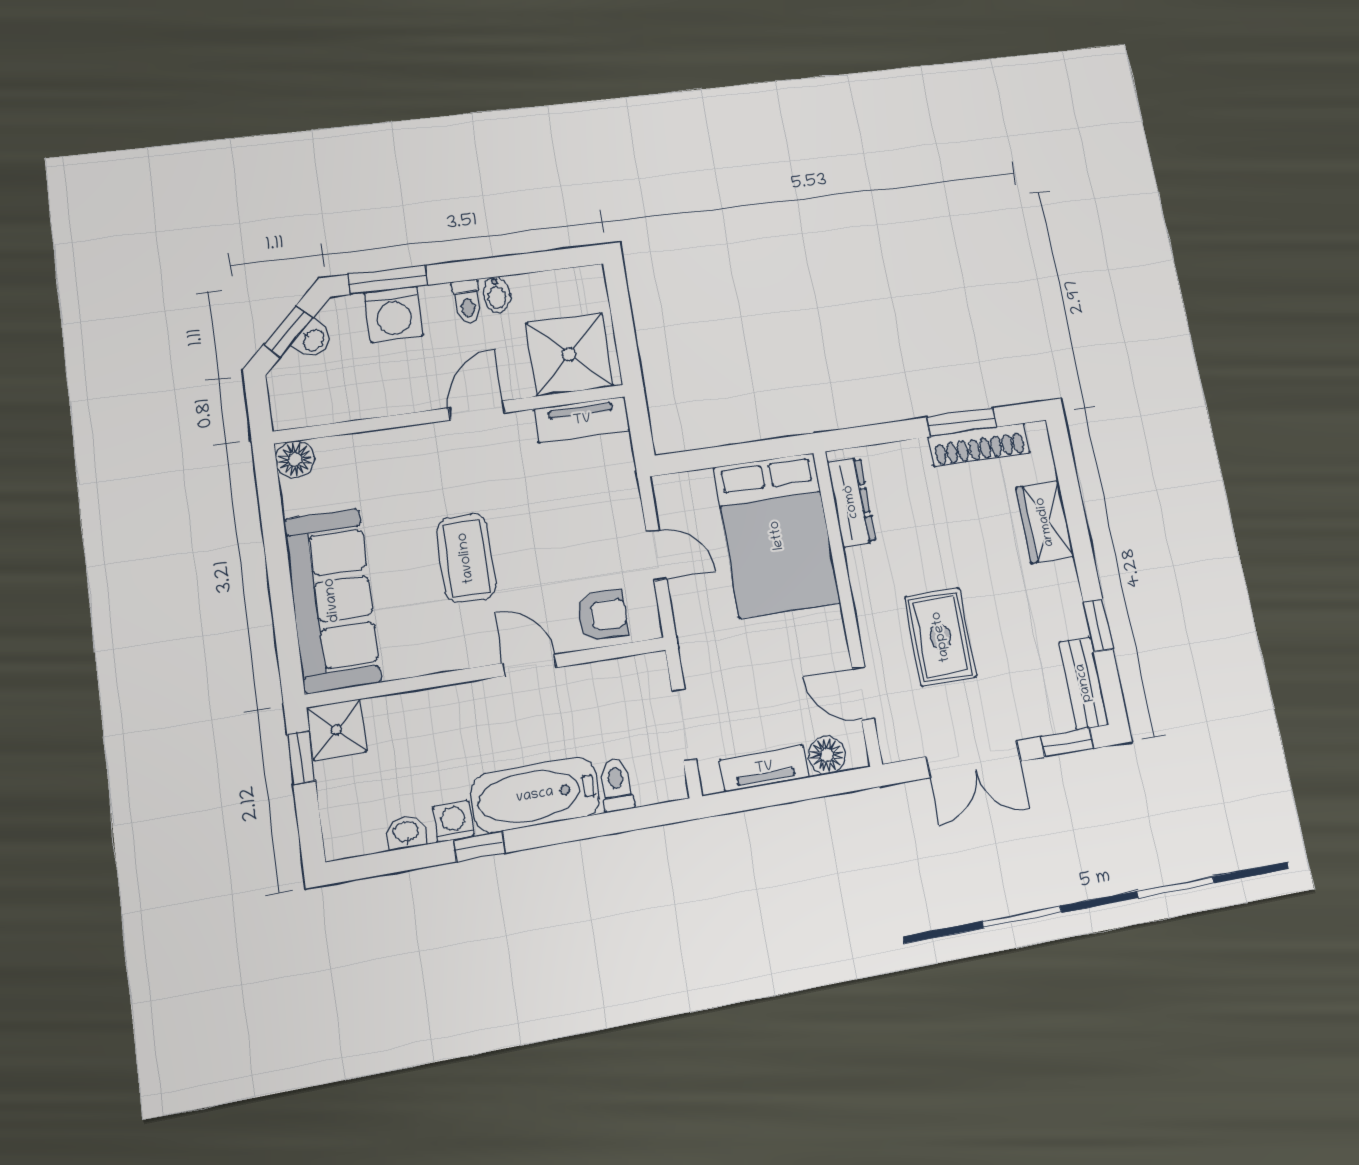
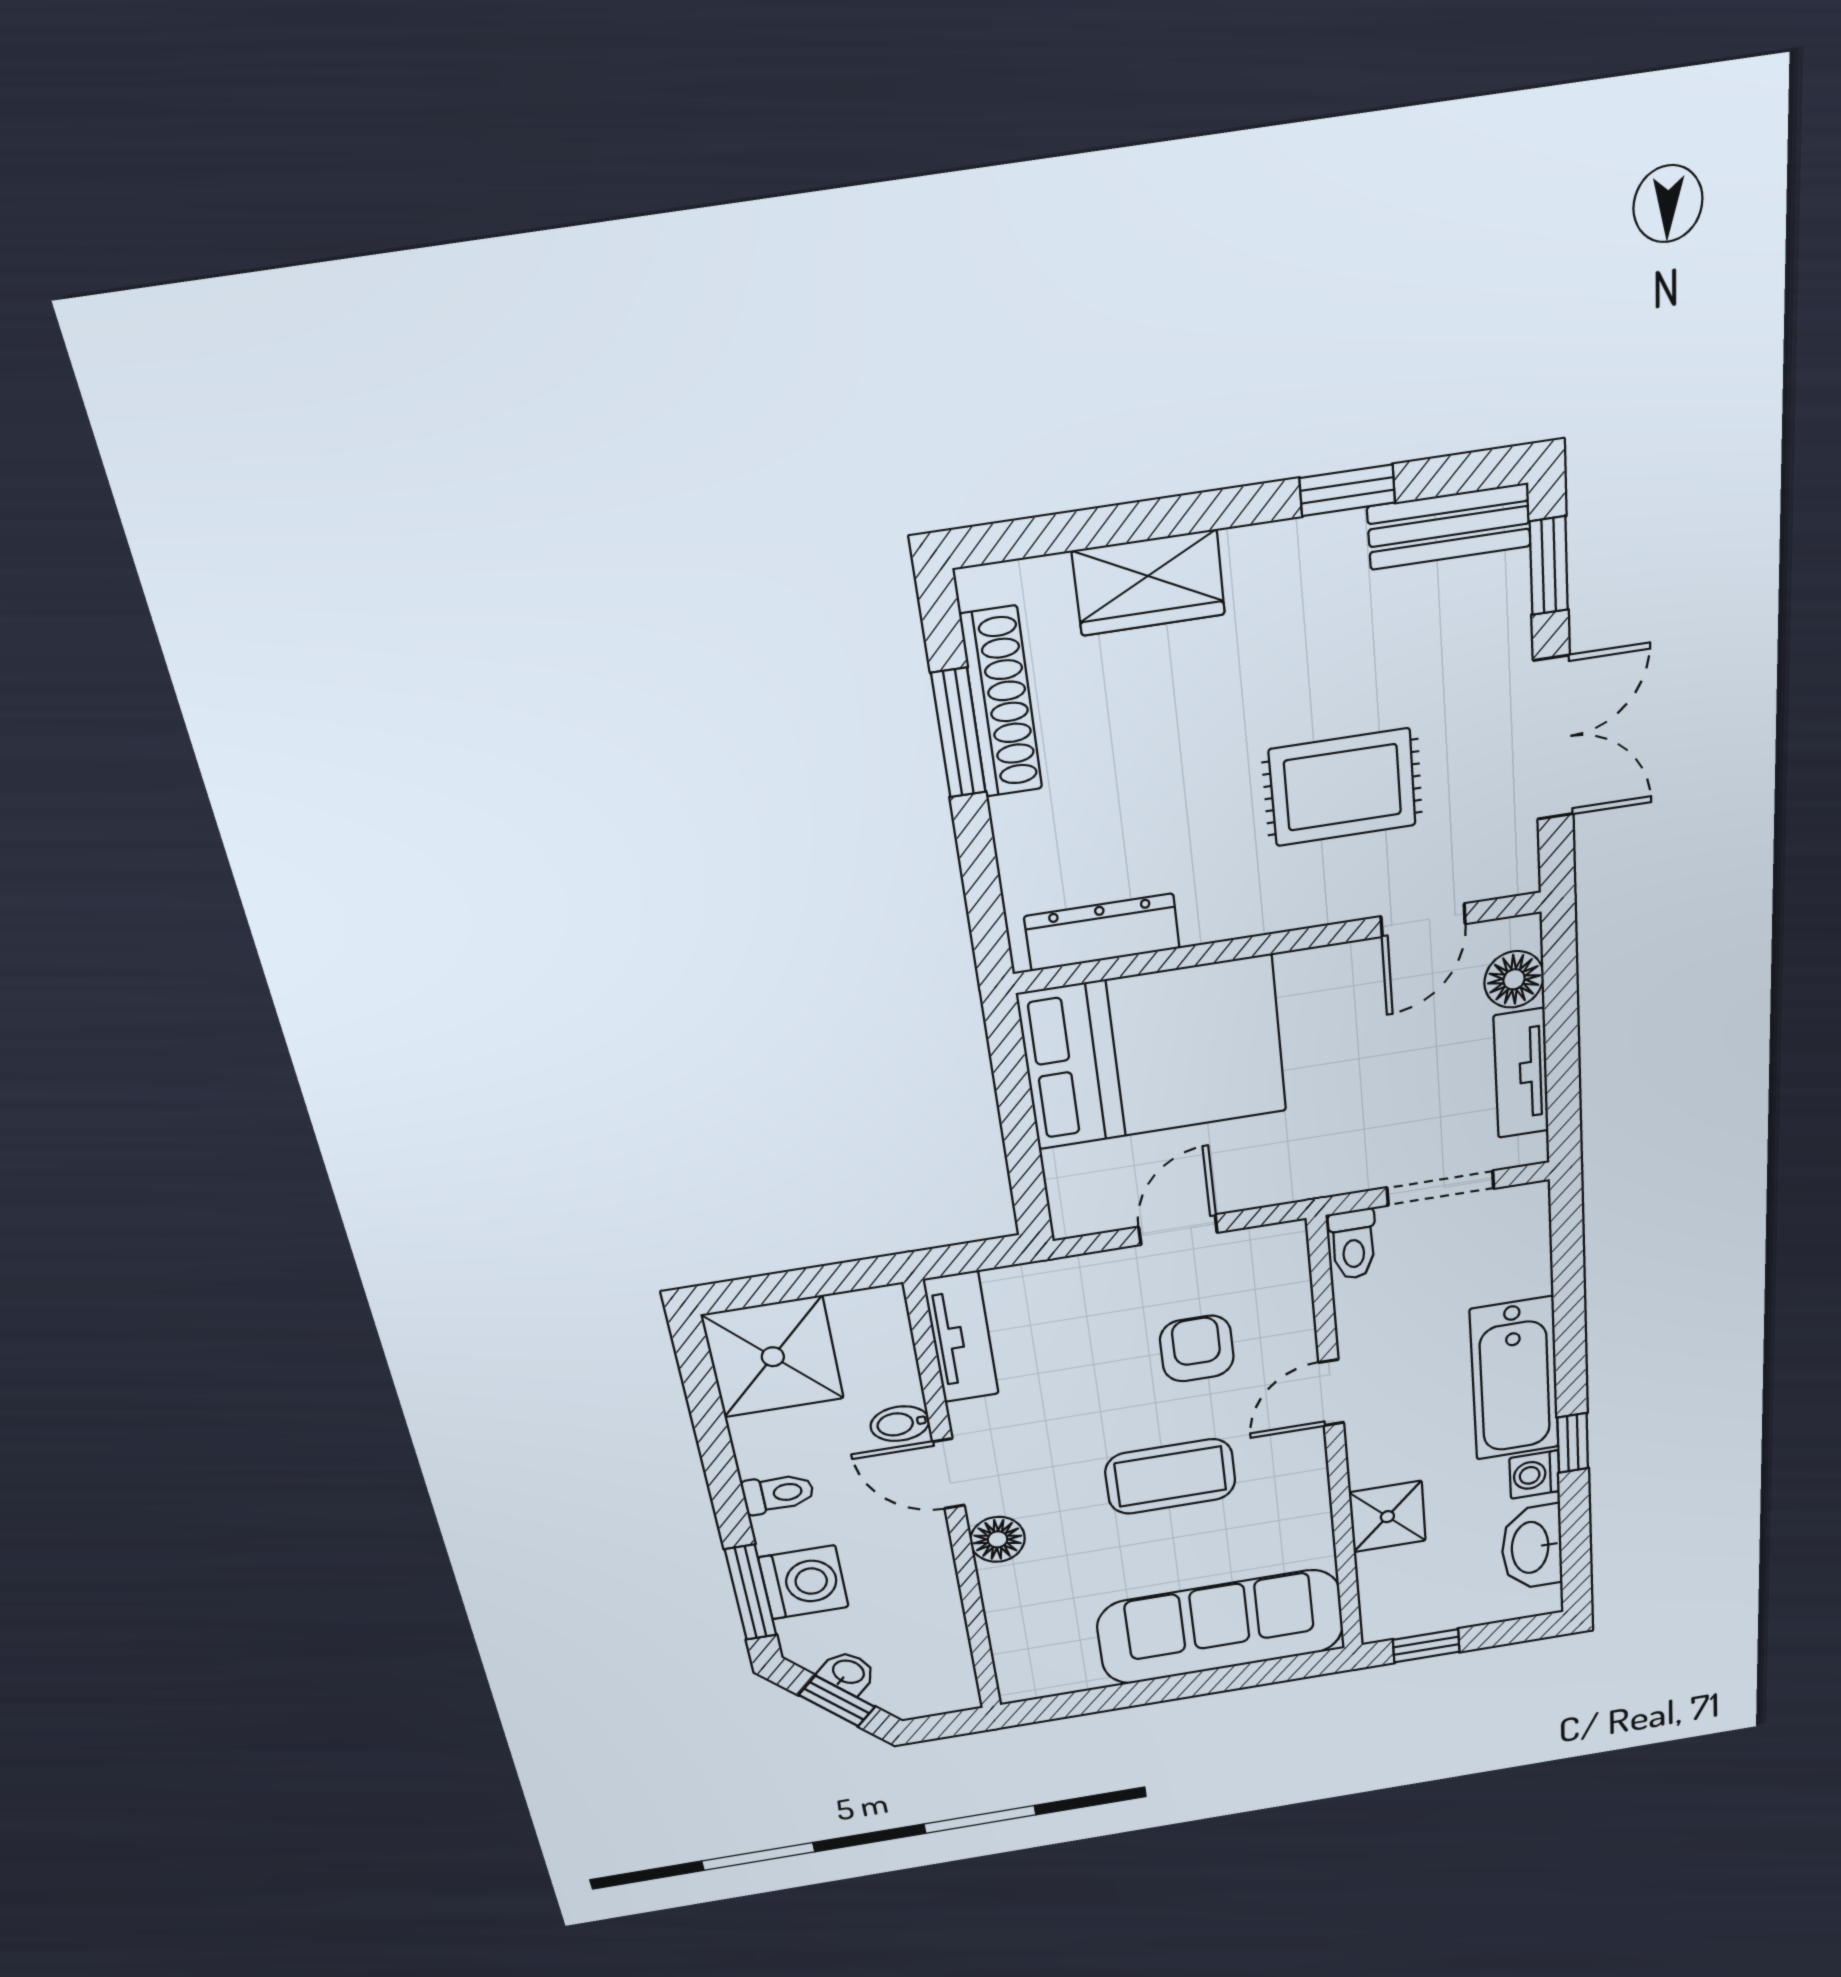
bidet: (497, 295) -> (900, 1424), moved, turned 180
shower: (569, 354) -> (773, 1357), moved
floor lamp: (295, 459) -> (998, 1539), moved
armchair: (602, 615) -> (1197, 1349), moved
shower: (336, 730) -> (1387, 1517), moved
toilet: (616, 785) -> (1353, 1244), moved, turned -90
washbasin: (406, 832) -> (1532, 1547), width x1.91, depth x1.45

